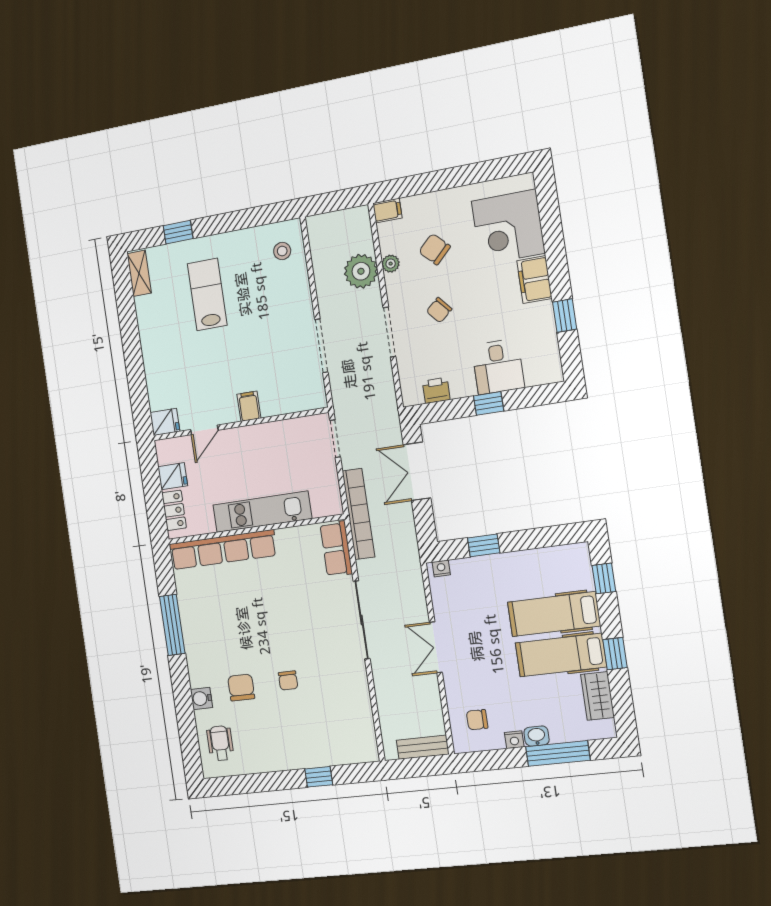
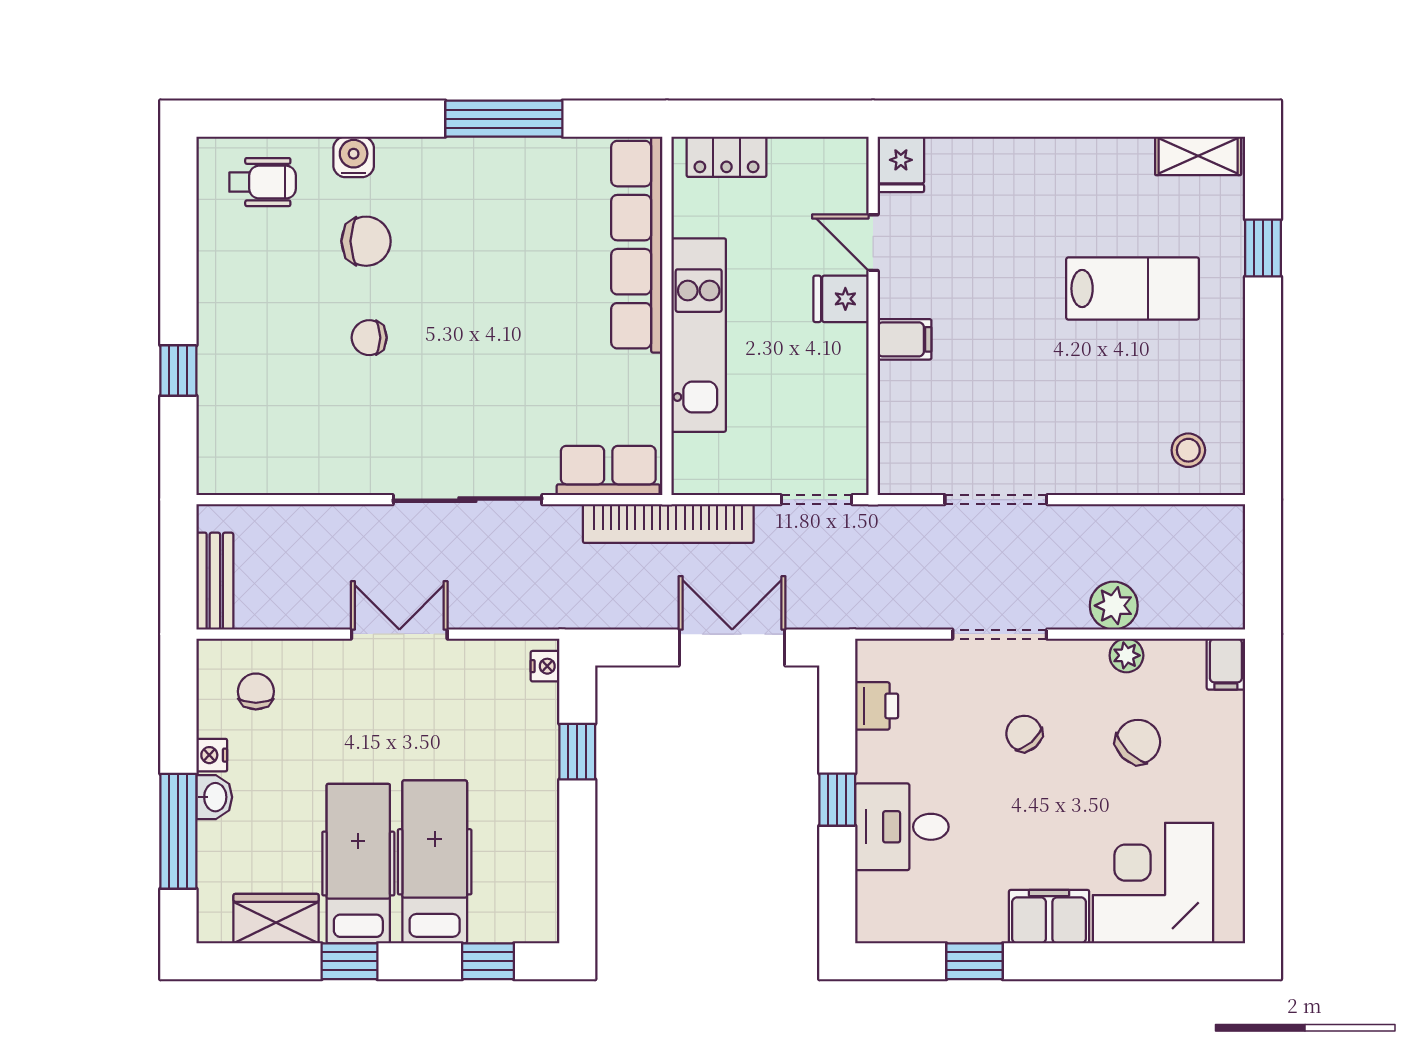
plant: (361, 271) -> (1114, 606), width x0.73, depth x0.73
fridge: (173, 476) -> (841, 299), moved, turned 90

